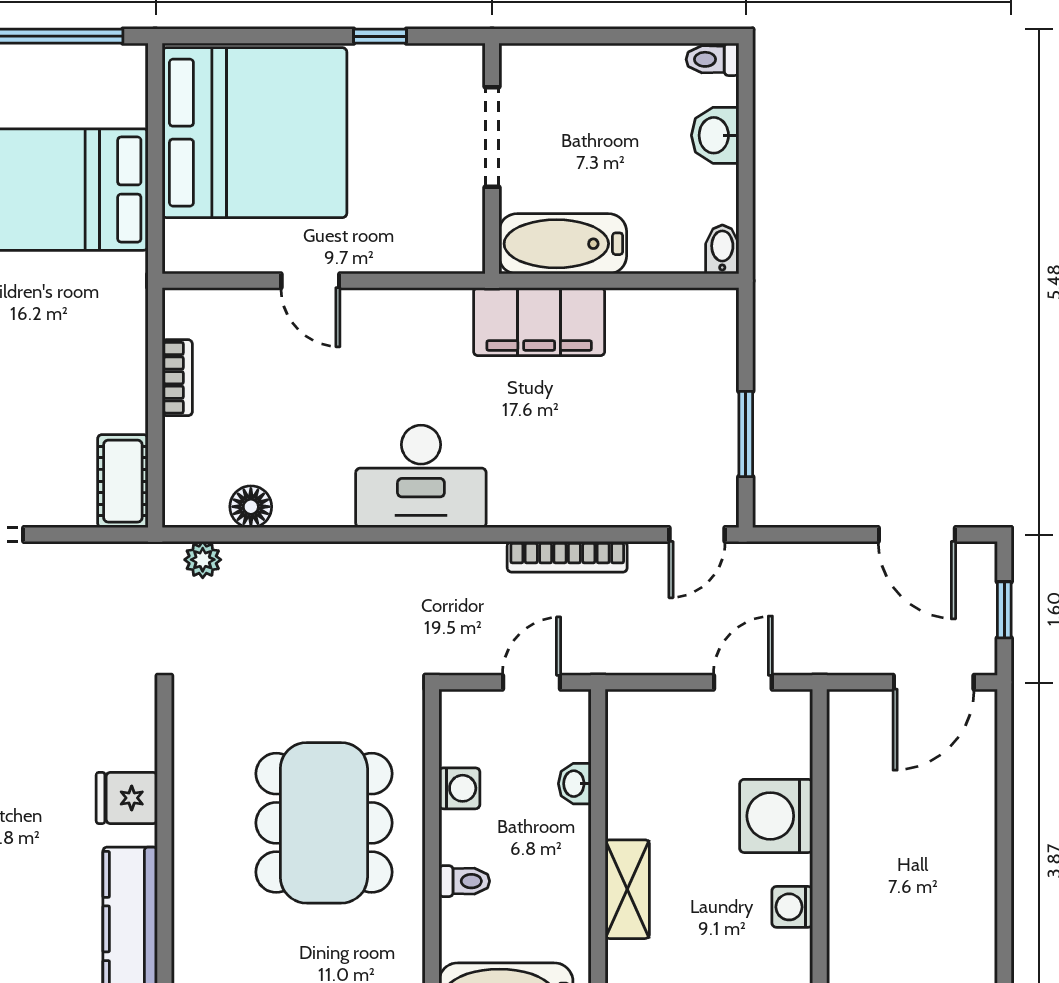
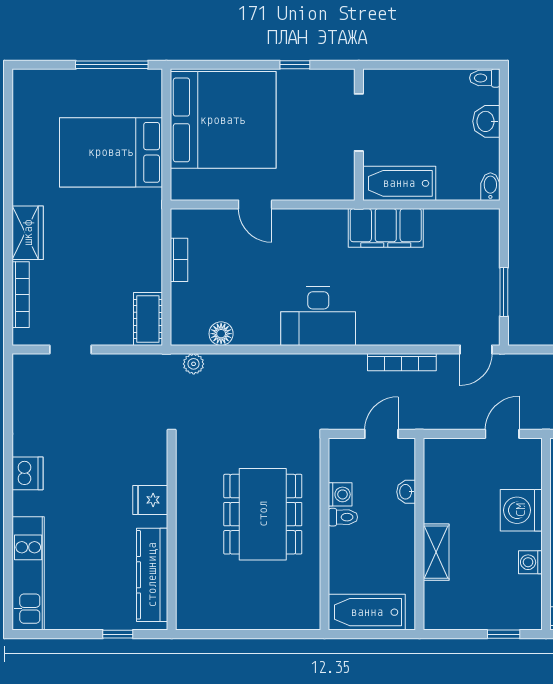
toilet: (464, 881) -> (343, 517), moved

